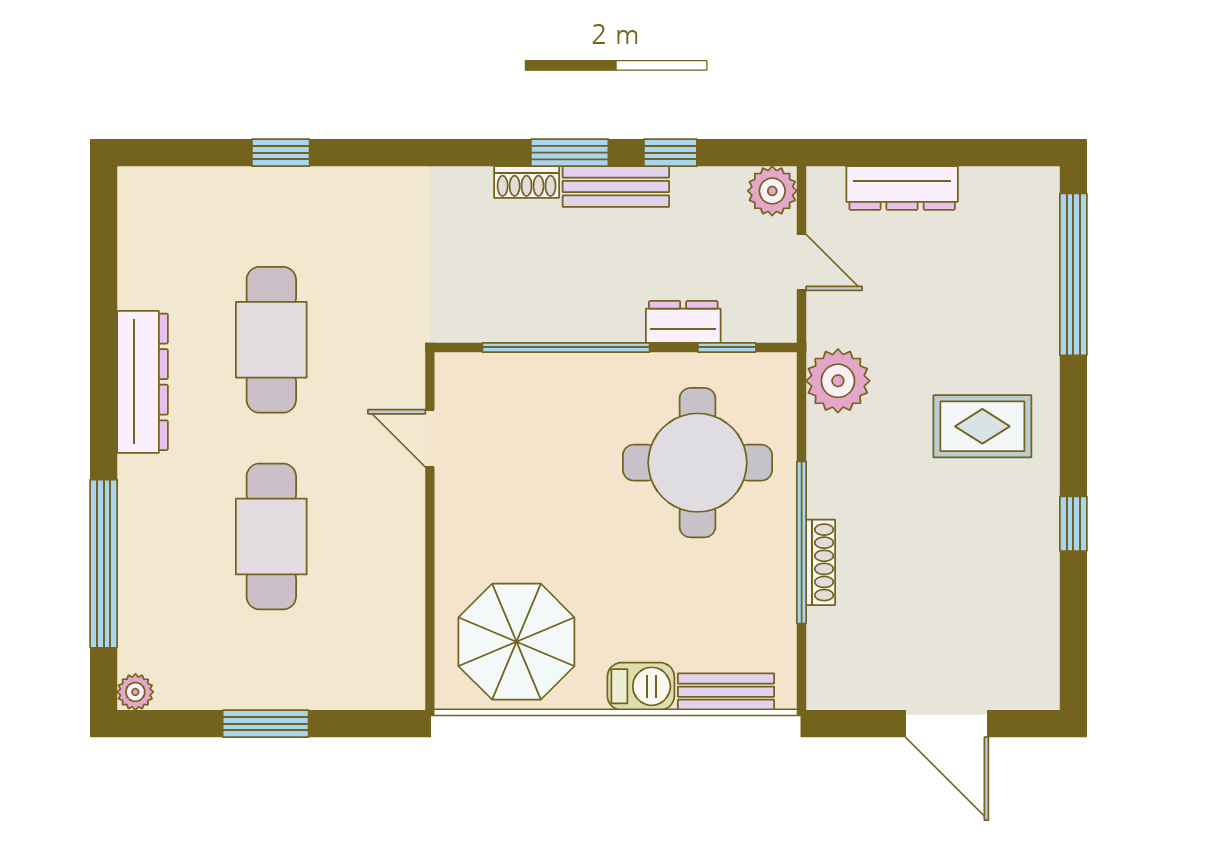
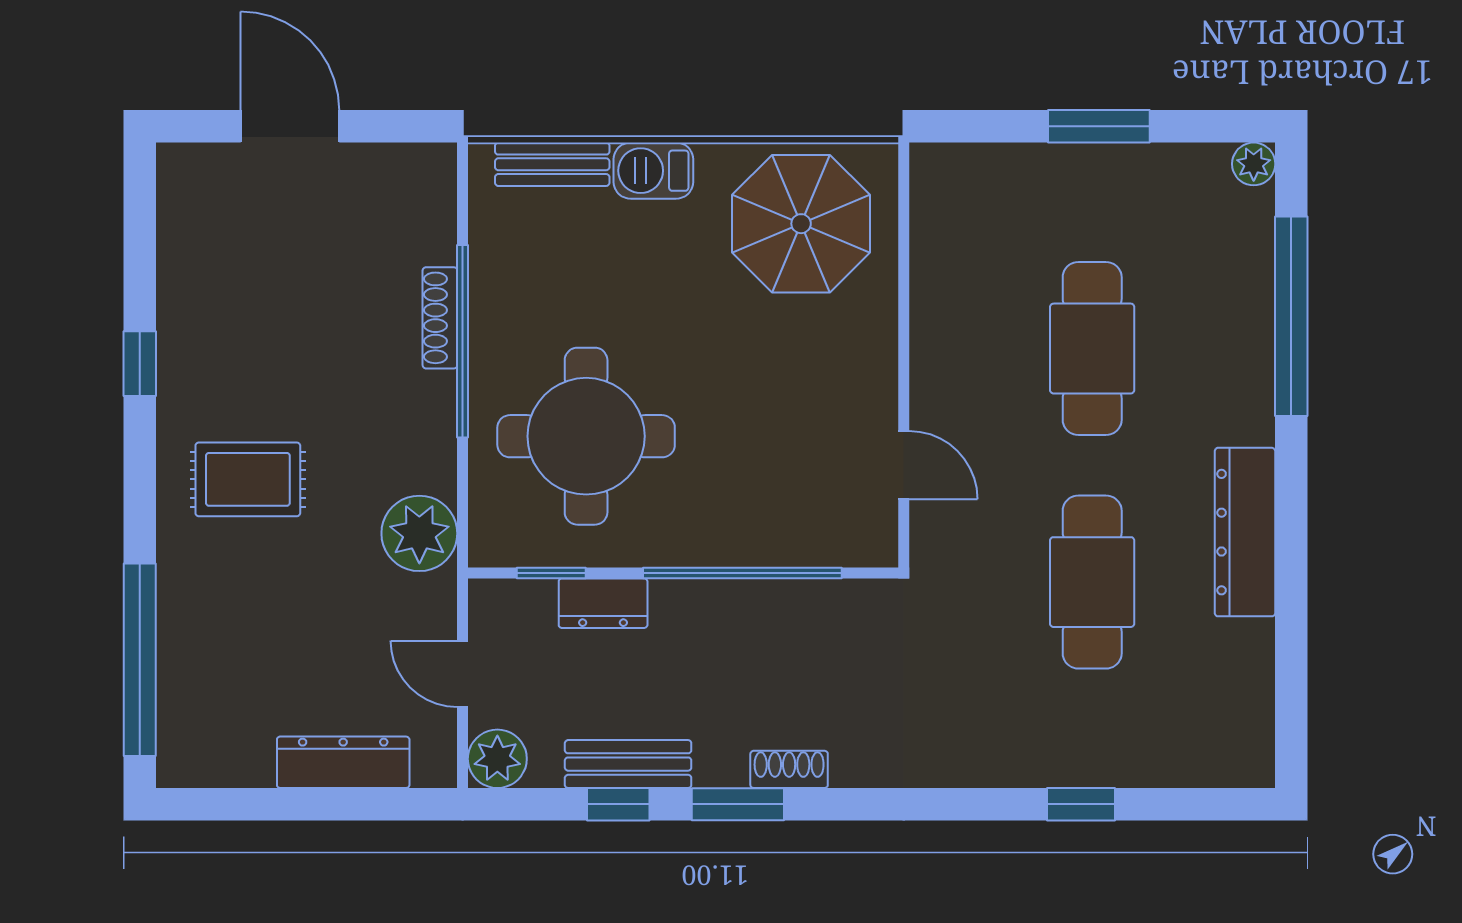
bench: (616, 187) -> (628, 764), moved

